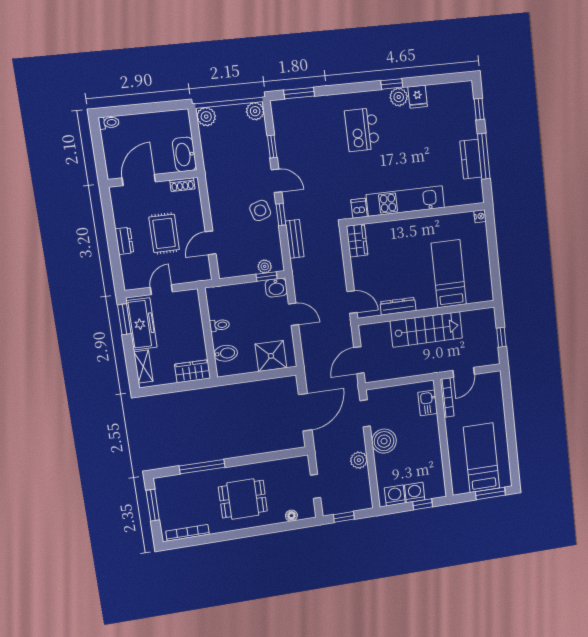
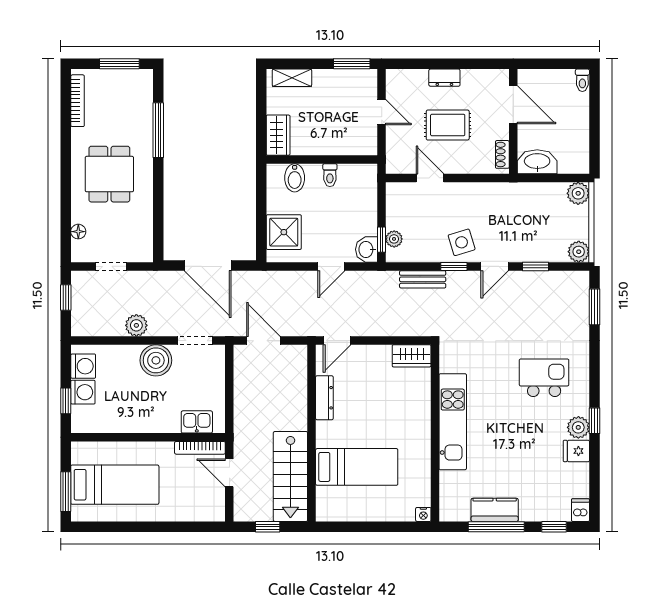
dishwasher: (359, 208) -> (580, 510), moved, turned -90
freezer: (142, 324) -> (344, 83), removed
stairs: (426, 329) -> (290, 477), moved

